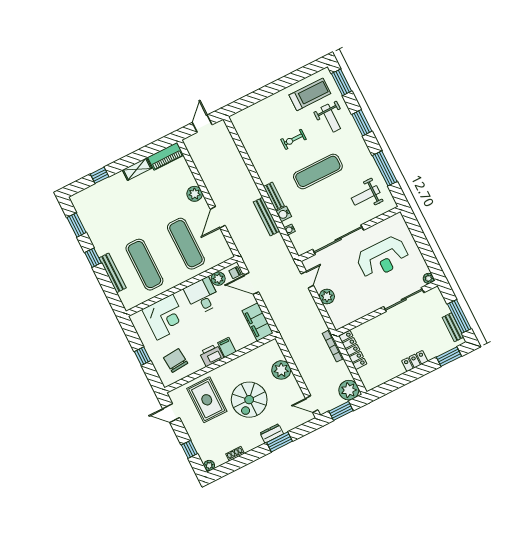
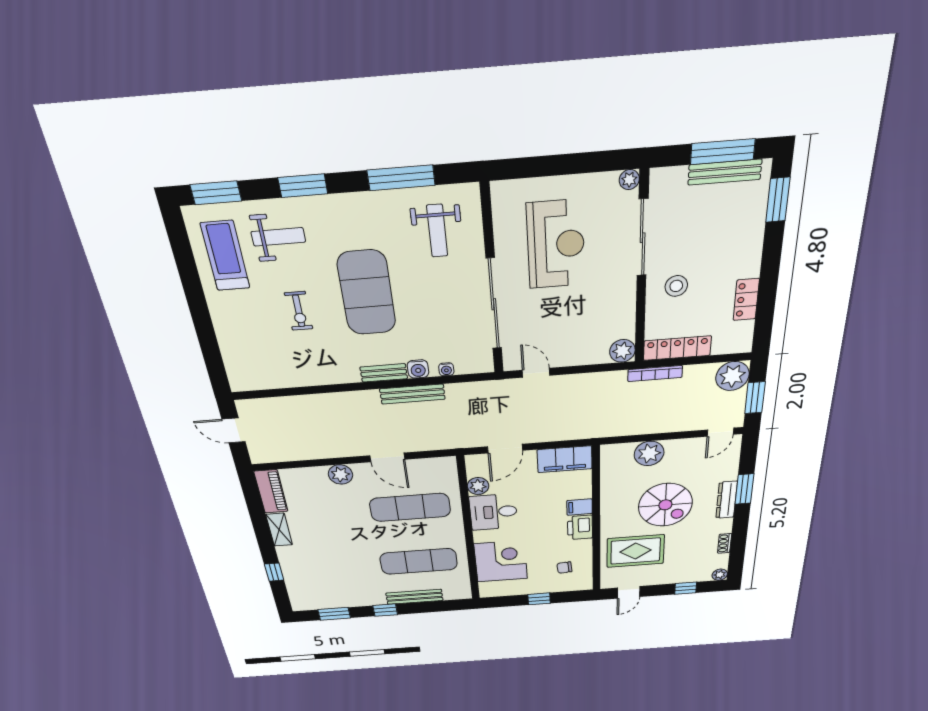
exercise mat: (318, 171) -> (367, 293), width x1.47
chair: (235, 273) -> (479, 463), removed
plant: (327, 297) -> (622, 351), moved
bench: (453, 327) -> (725, 172), width x1.36
stool: (386, 330) -> (676, 286), added
chair: (176, 360) -> (564, 568), width x0.54, depth x0.54
locker: (415, 361) -> (746, 300), moved
dresser: (272, 433) -> (727, 500), width x1.44

